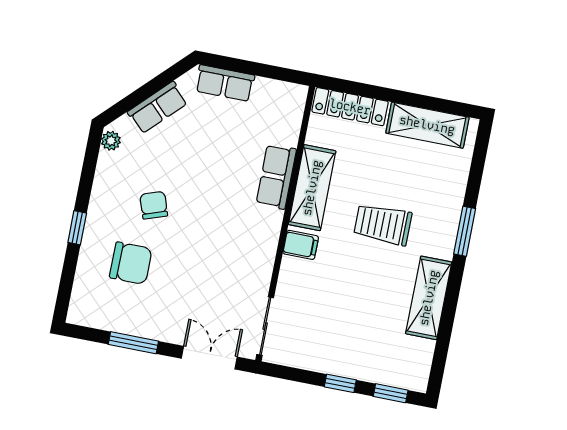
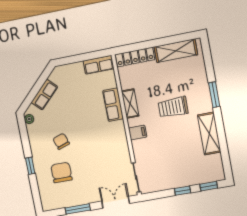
row of seats: (225, 83) -> (99, 65), moved
shelving: (312, 188) -> (130, 104), width x0.67, depth x0.75
chair: (131, 263) -> (61, 172), turned -90

